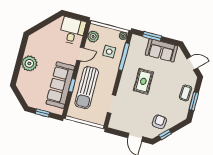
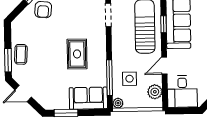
window: (152, 36) -> (66, 113), moved
sofa: (161, 50) -> (88, 98), moved
window: (194, 101) -> (8, 60), moved

